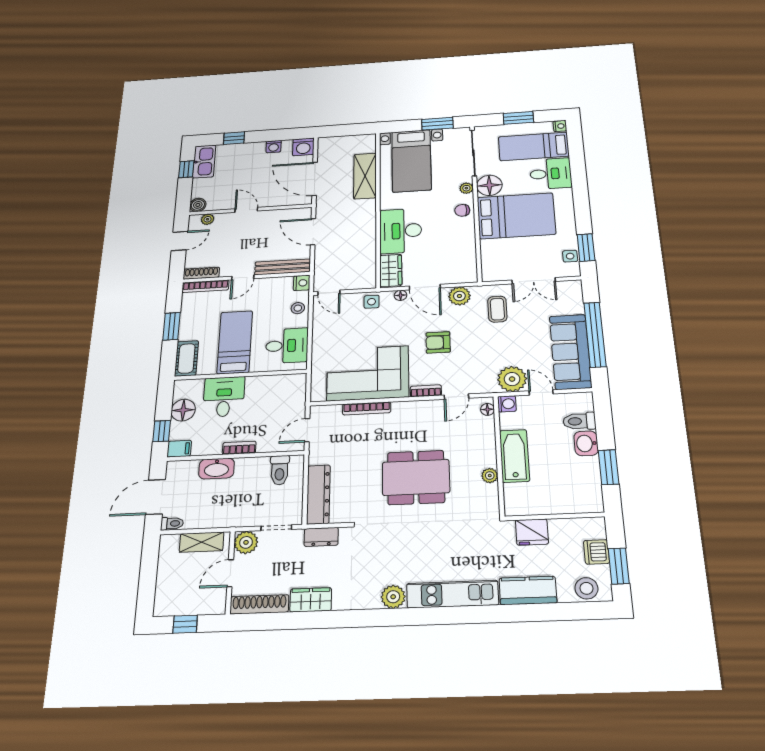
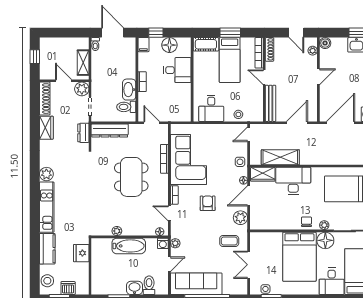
shelving: (365, 176) -> (280, 157), moved
nightstand: (302, 283) -> (257, 116), removed
bed: (235, 342) -> (230, 60), moved, turned 90
plant: (512, 379) -> (175, 243), width x0.53, depth x0.53
washbasin: (216, 469) -> (129, 90), moved
dining table: (416, 477) -> (131, 177), moved

